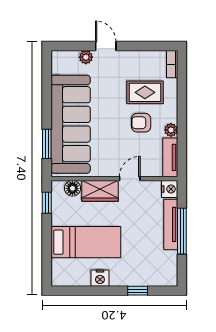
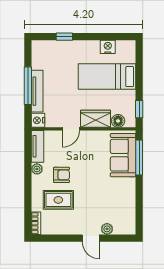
sofa: (71, 124) -> (123, 155), width x0.54, depth x0.79
window: (47, 144) -> (139, 158), width x1.44
nightstand: (100, 278) -> (108, 47), moved

